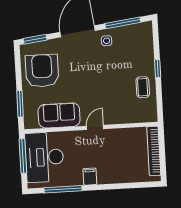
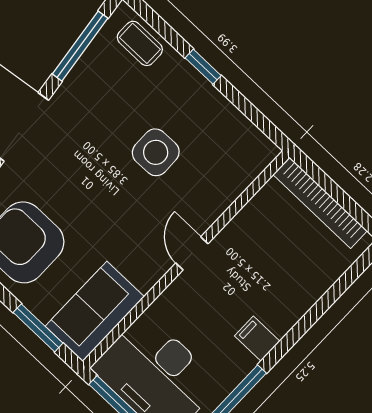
side table: (107, 41) -> (156, 152), moved, width x1.87, depth x1.87
coffee table: (143, 87) -> (140, 43), moved
sofa: (59, 115) -> (95, 311), moved

